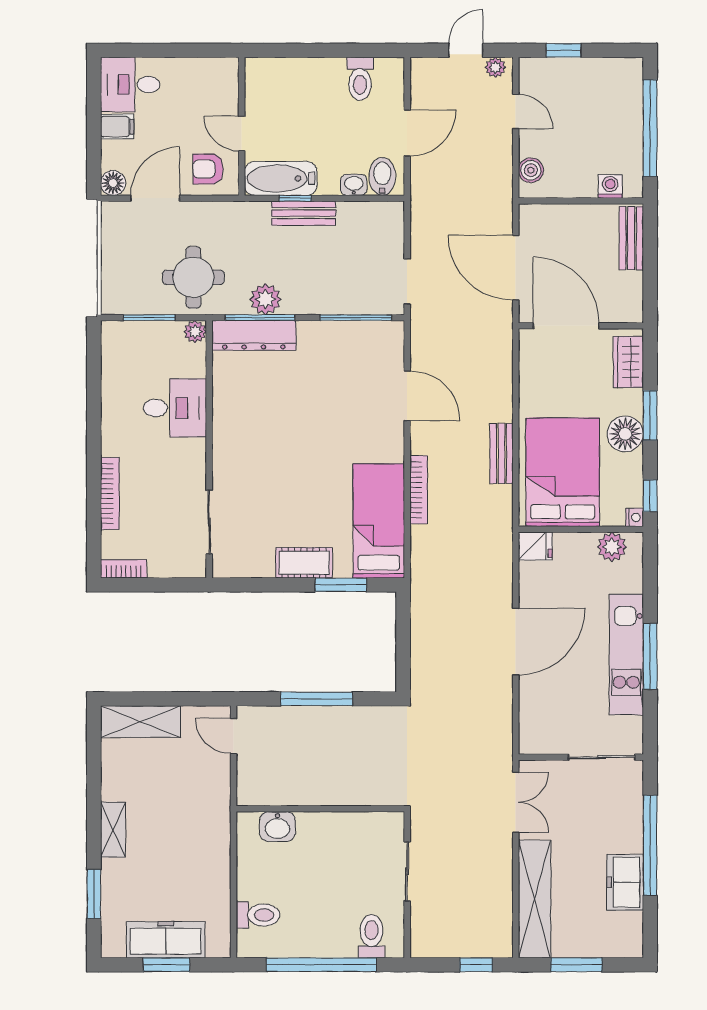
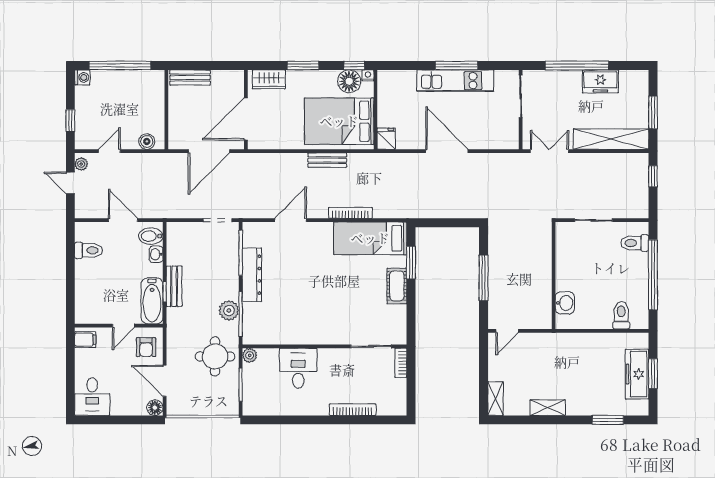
filing cabinet: (117, 127) -> (85, 340), moved, turned 90
washing machine: (610, 186) -> (82, 77), moved, turned 180
dresser: (254, 335) -> (252, 275), moved
floor lamp: (625, 434) -> (349, 81), moved
plant: (612, 547) -> (387, 90), removed
bookcase: (124, 569) -> (401, 363), moved
shelving: (141, 722) -> (495, 399), width x0.67, depth x0.75
shelving: (113, 830) -> (548, 408), moved

